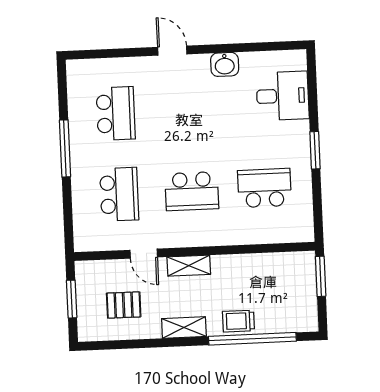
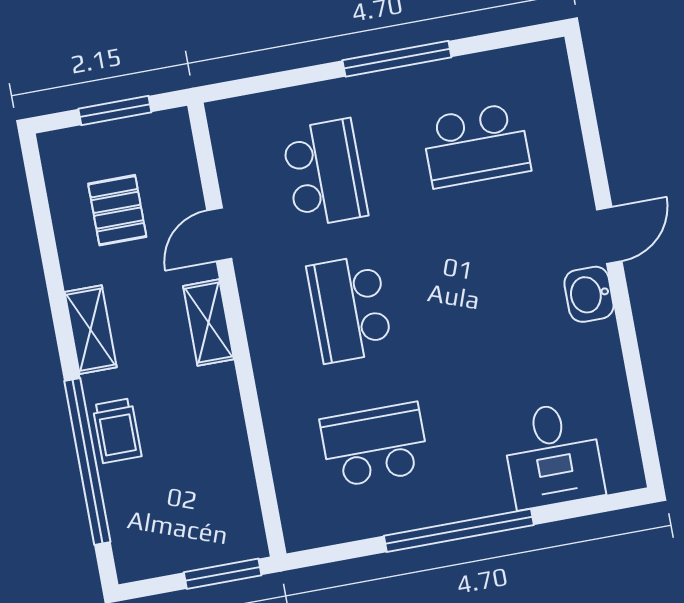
washbasin: (225, 64) -> (589, 294), moved
window: (315, 150) -> (459, 530), width x2.11
school desk: (264, 188) -> (375, 445), turned -90
school desk: (119, 194) -> (325, 173), turned -90
trolley: (238, 321) -> (117, 431), turned 180

